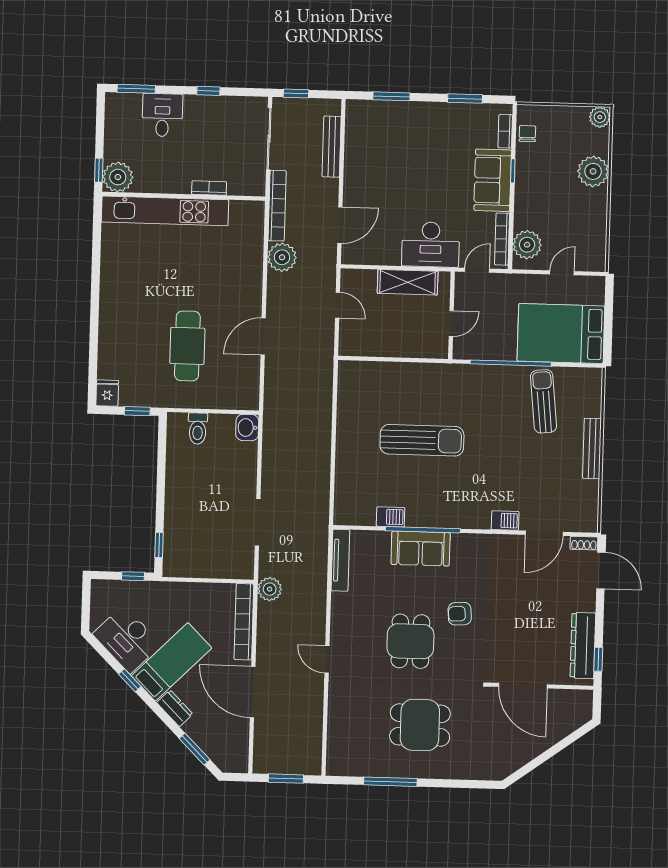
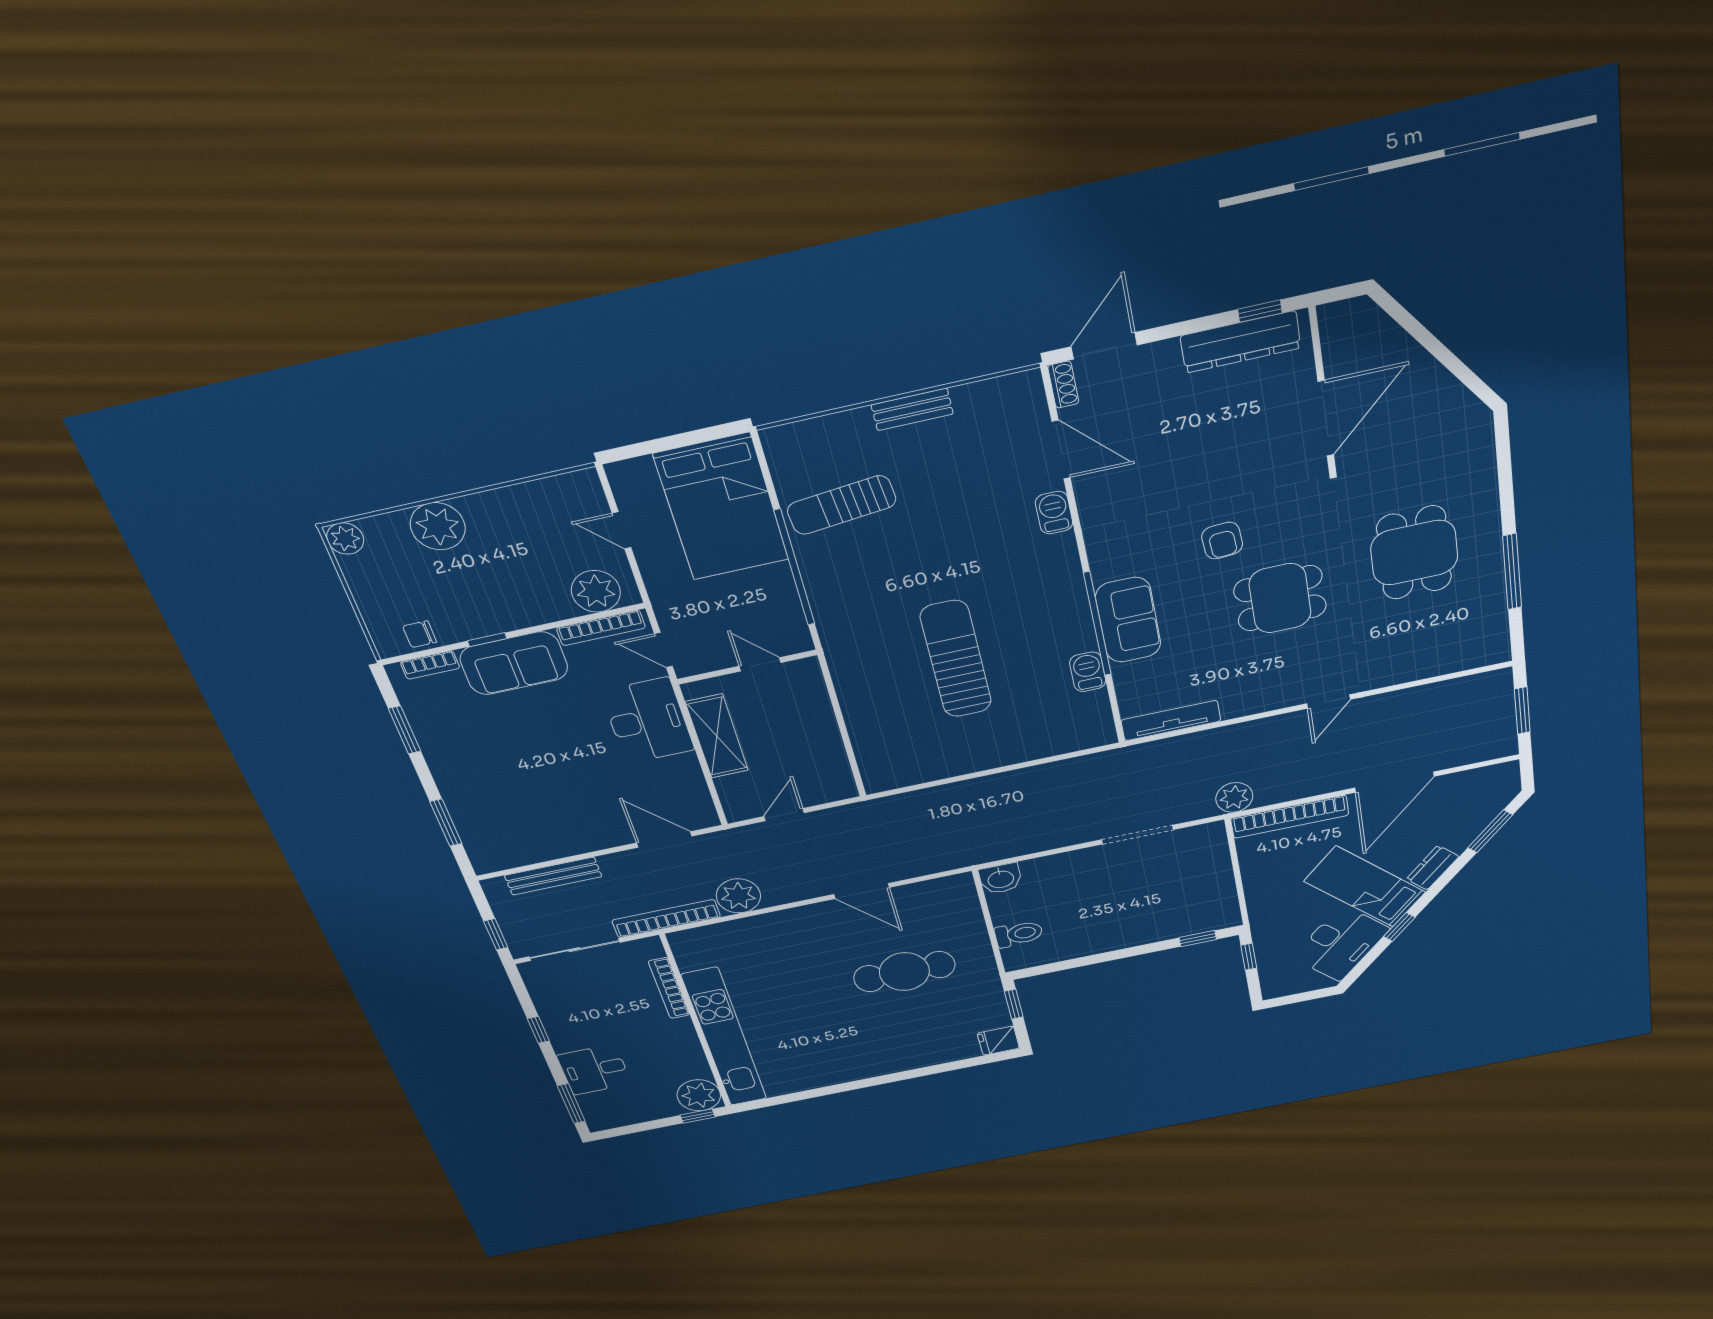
bookcase: (209, 188) -> (669, 988), width x1.56
bench: (592, 448) -> (912, 409), width x0.73

